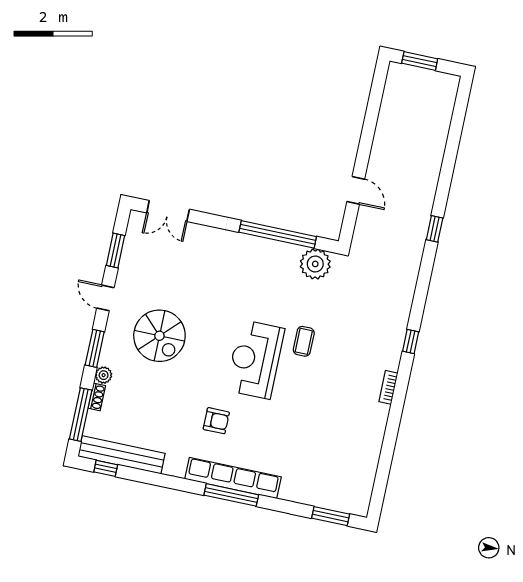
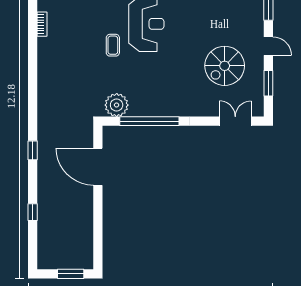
door: (356, 190) -> (98, 167), width x1.87
spiral stairs: (159, 336) -> (225, 66), moved, turned -90
window: (411, 341) -> (33, 212), moved

